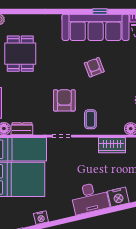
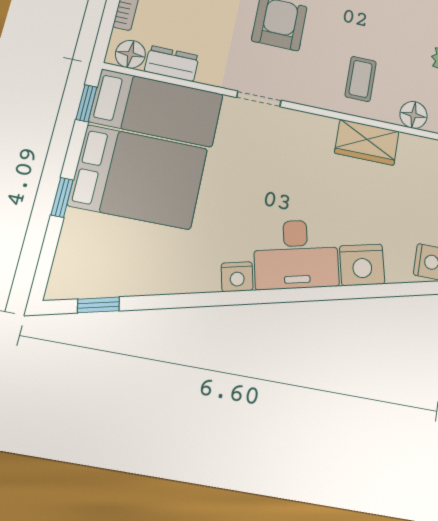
coffee table: (90, 119) -> (361, 79), moved
nightstand: (41, 218) -> (237, 277), moved

